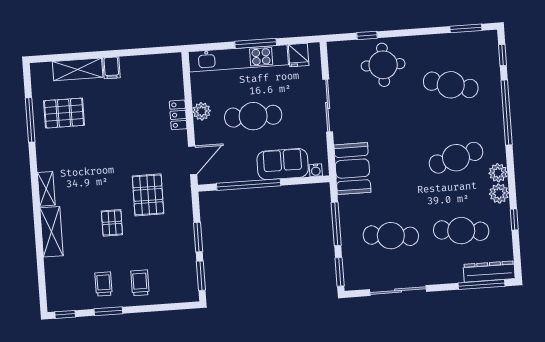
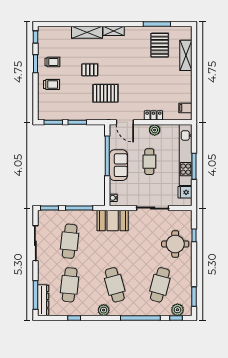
filing cabinet: (111, 68) -> (185, 108), moved
cafe table: (253, 116) -> (149, 162), width x0.73, depth x0.74
sofa: (283, 164) -> (118, 165), moved
plant: (499, 193) -> (177, 310), moved

